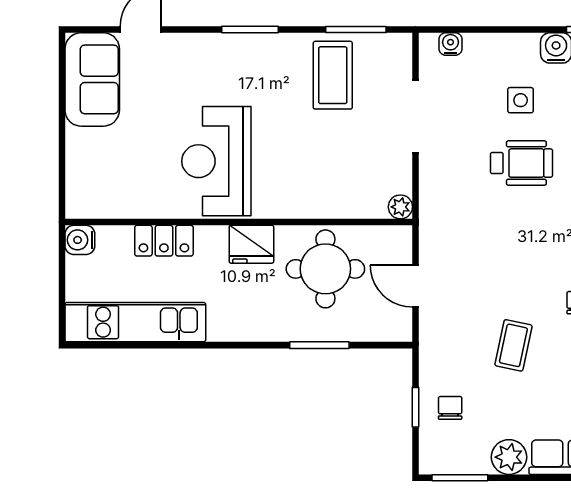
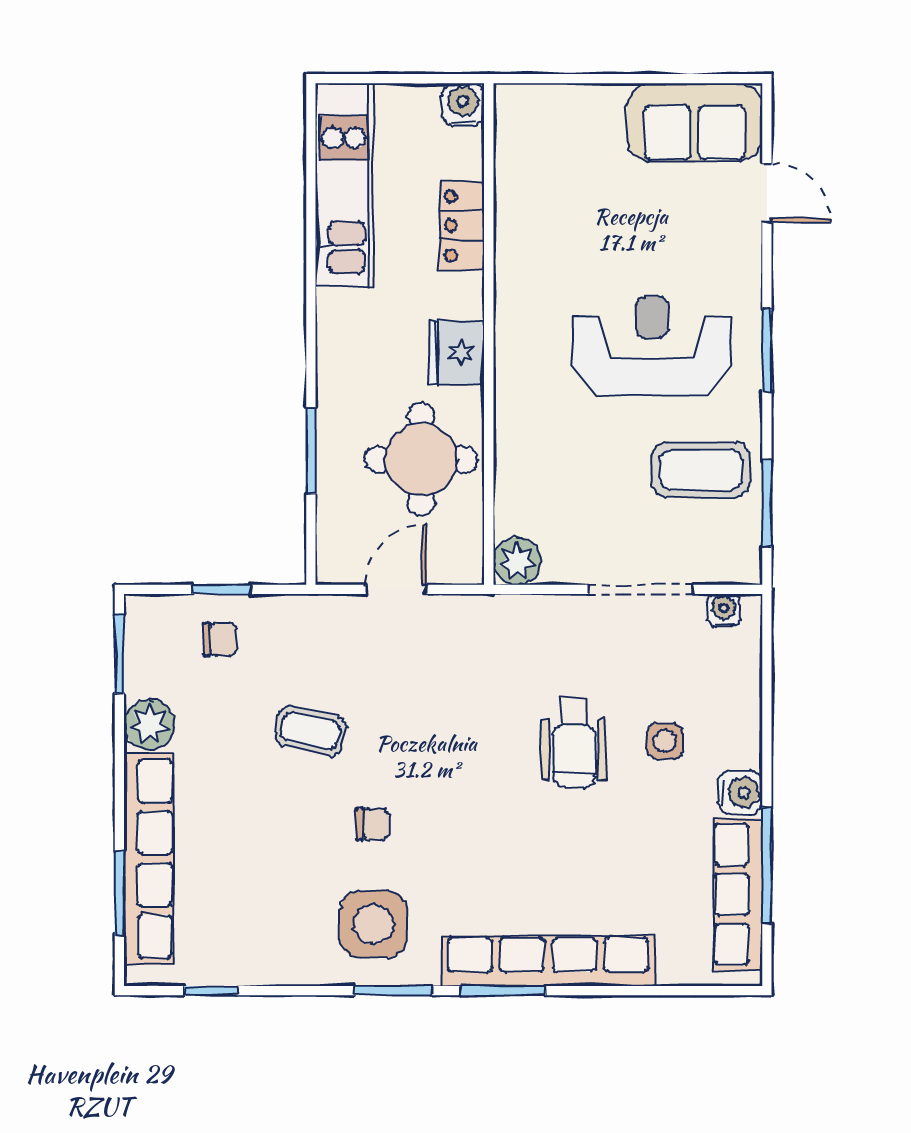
water cooler: (450, 44) -> (723, 610), moved, turned -90
reception desk: (216, 161) -> (652, 346), moved
plant: (400, 207) -> (517, 561), width x1.38, depth x1.38

